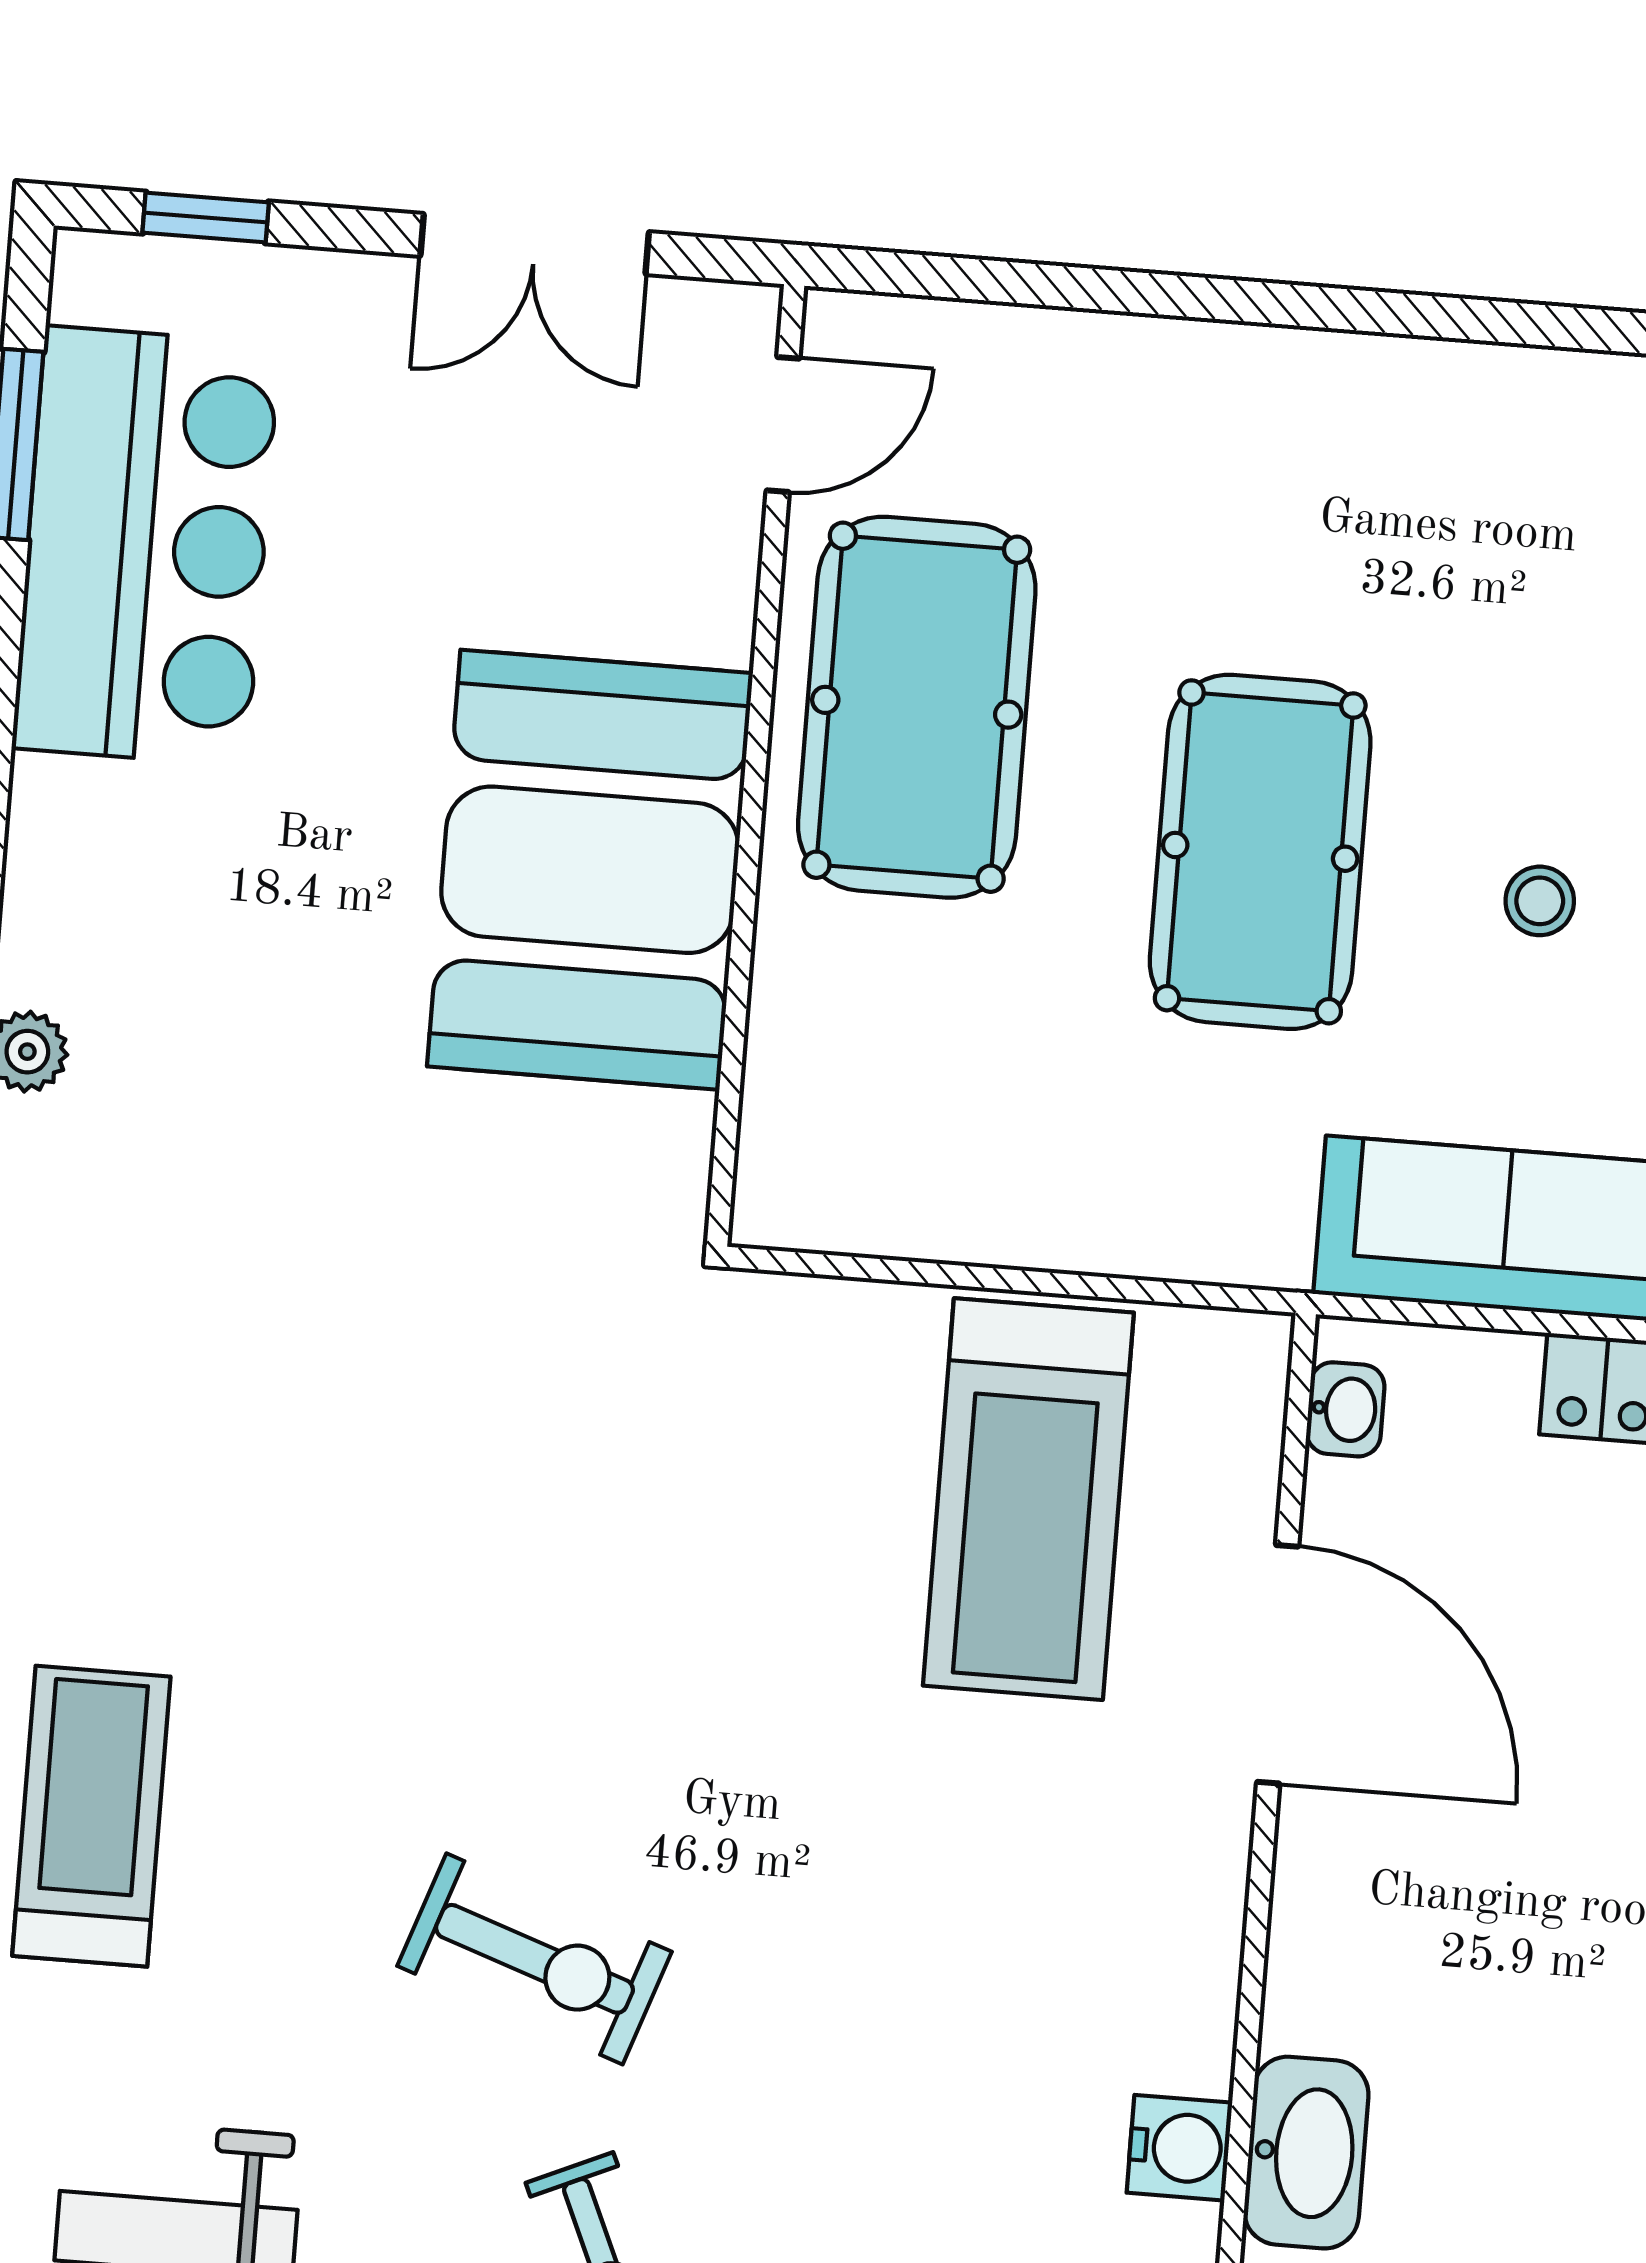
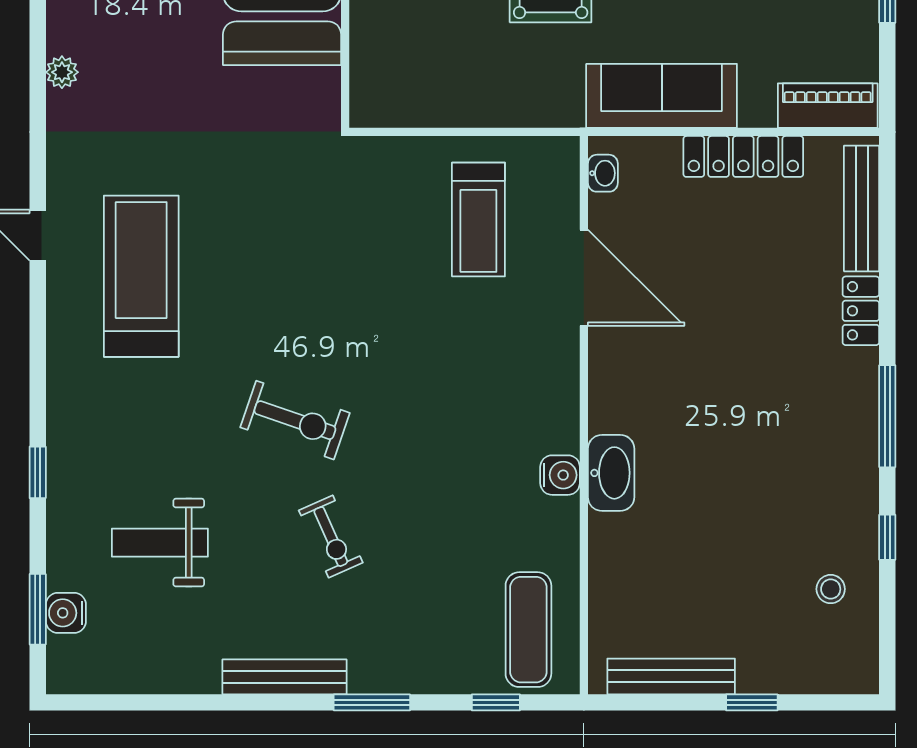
treadmill: (1028, 1499) -> (478, 219), width x0.73, depth x0.73
treadmill: (91, 1816) -> (141, 276), moved, width x1.37, depth x1.38

